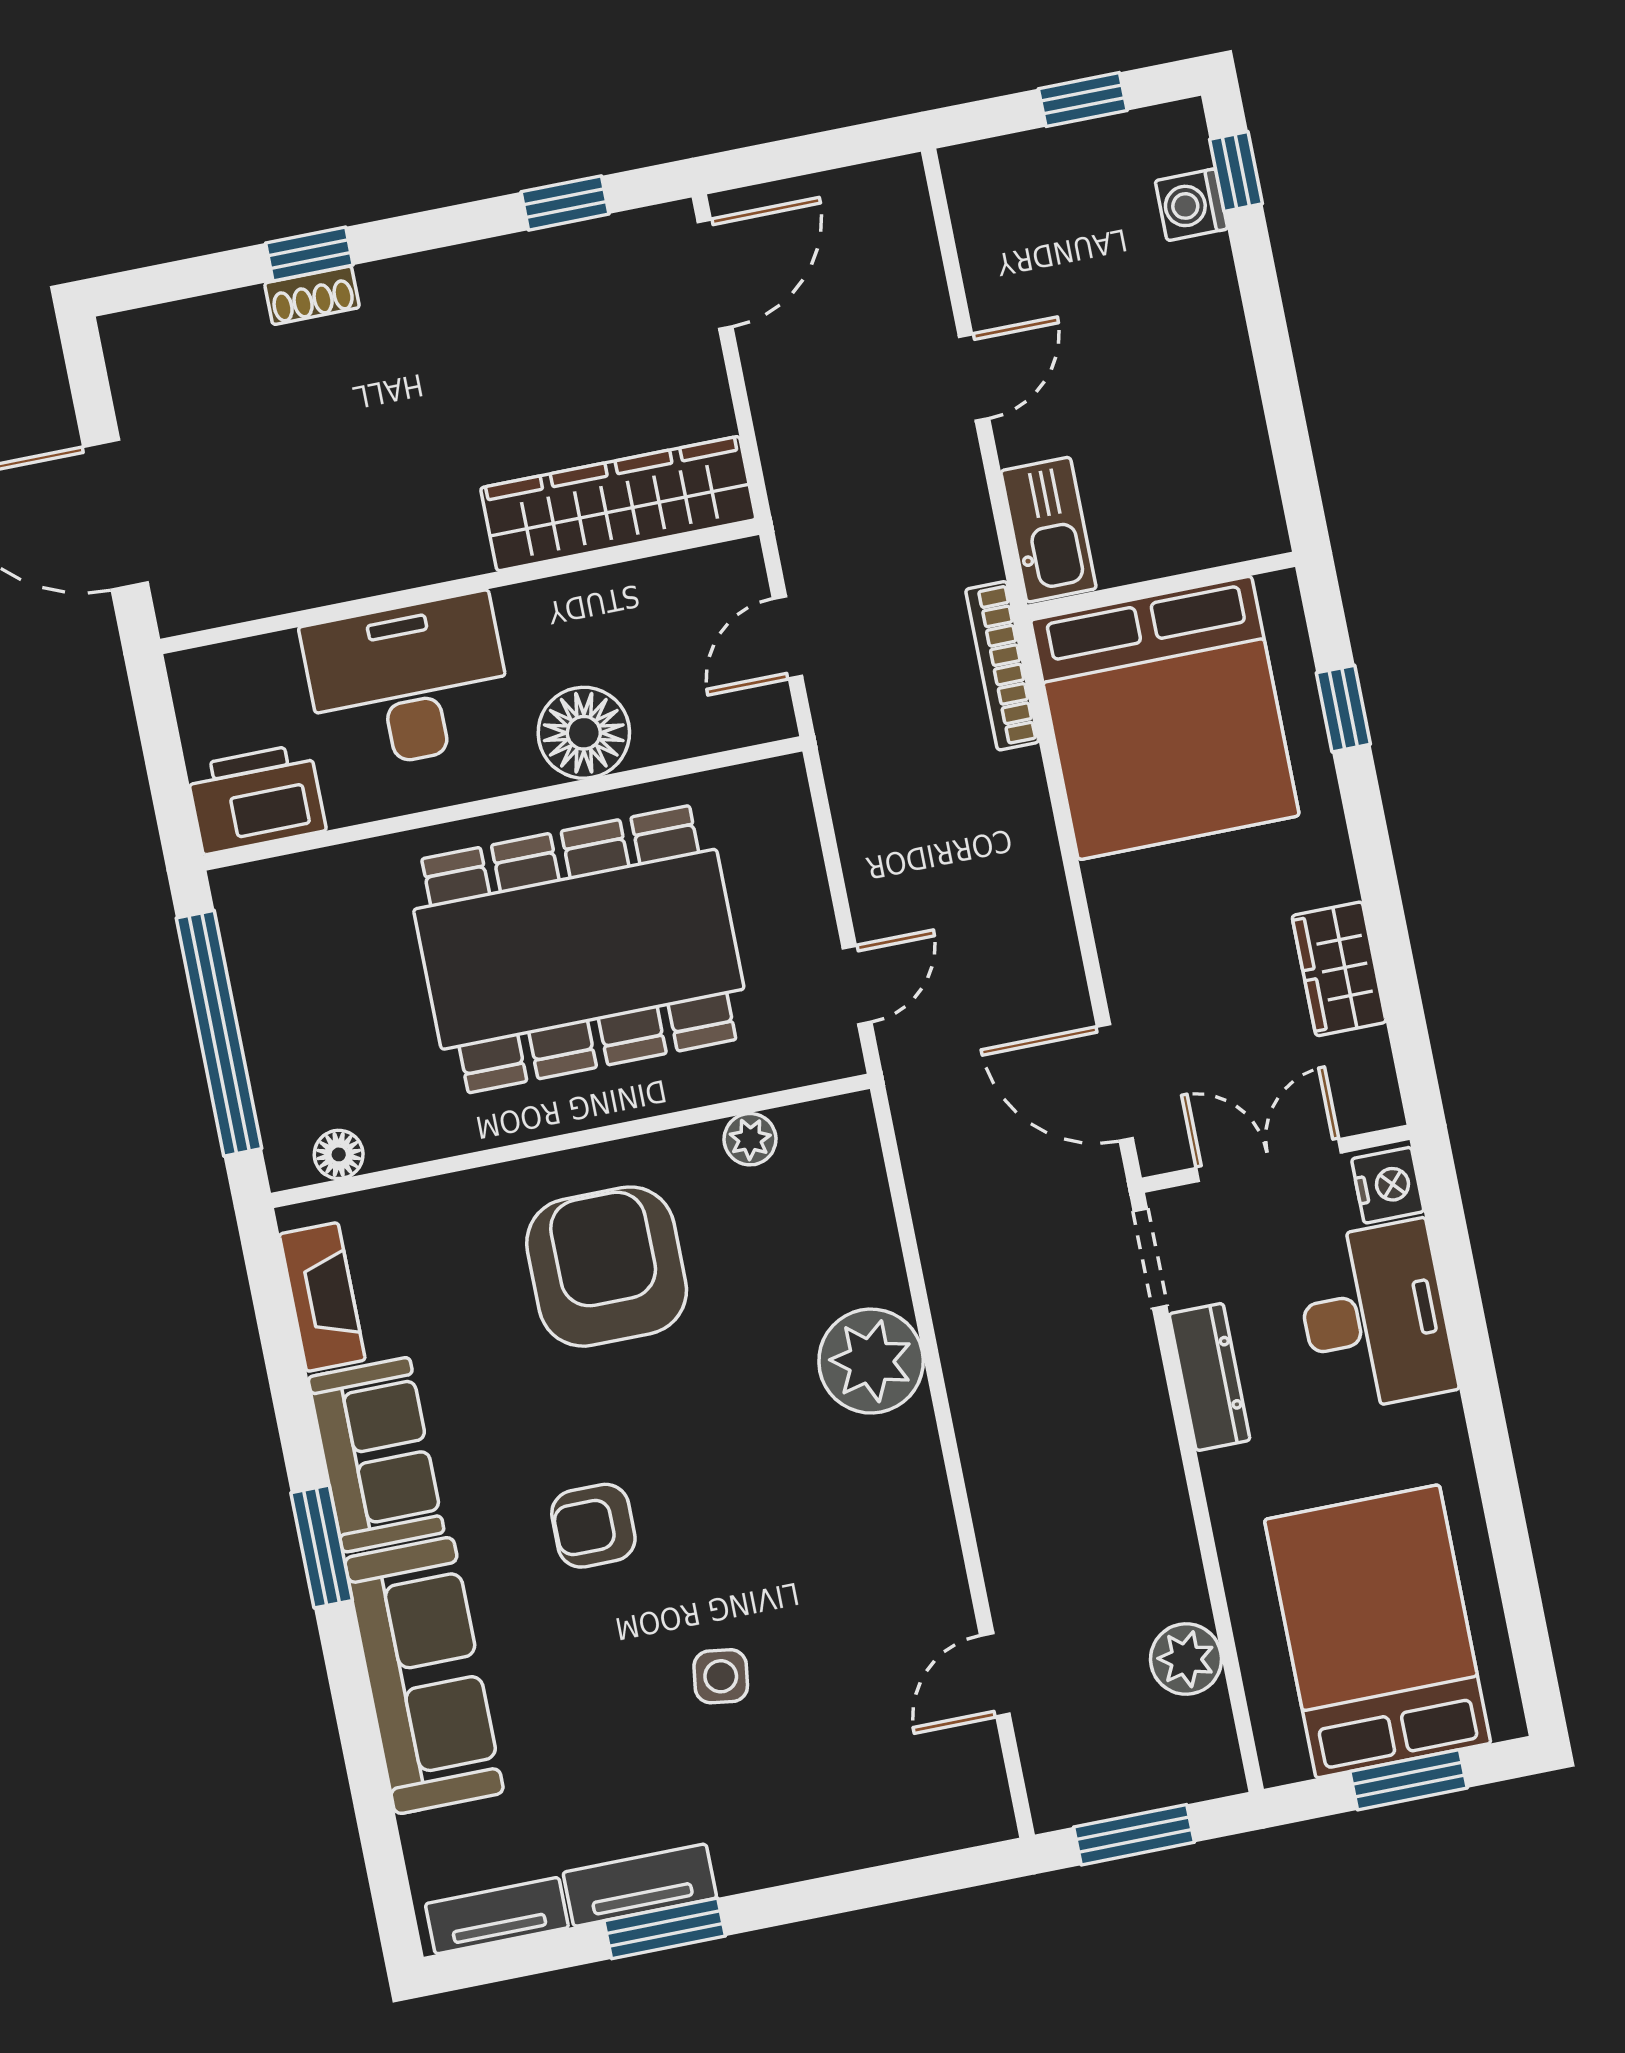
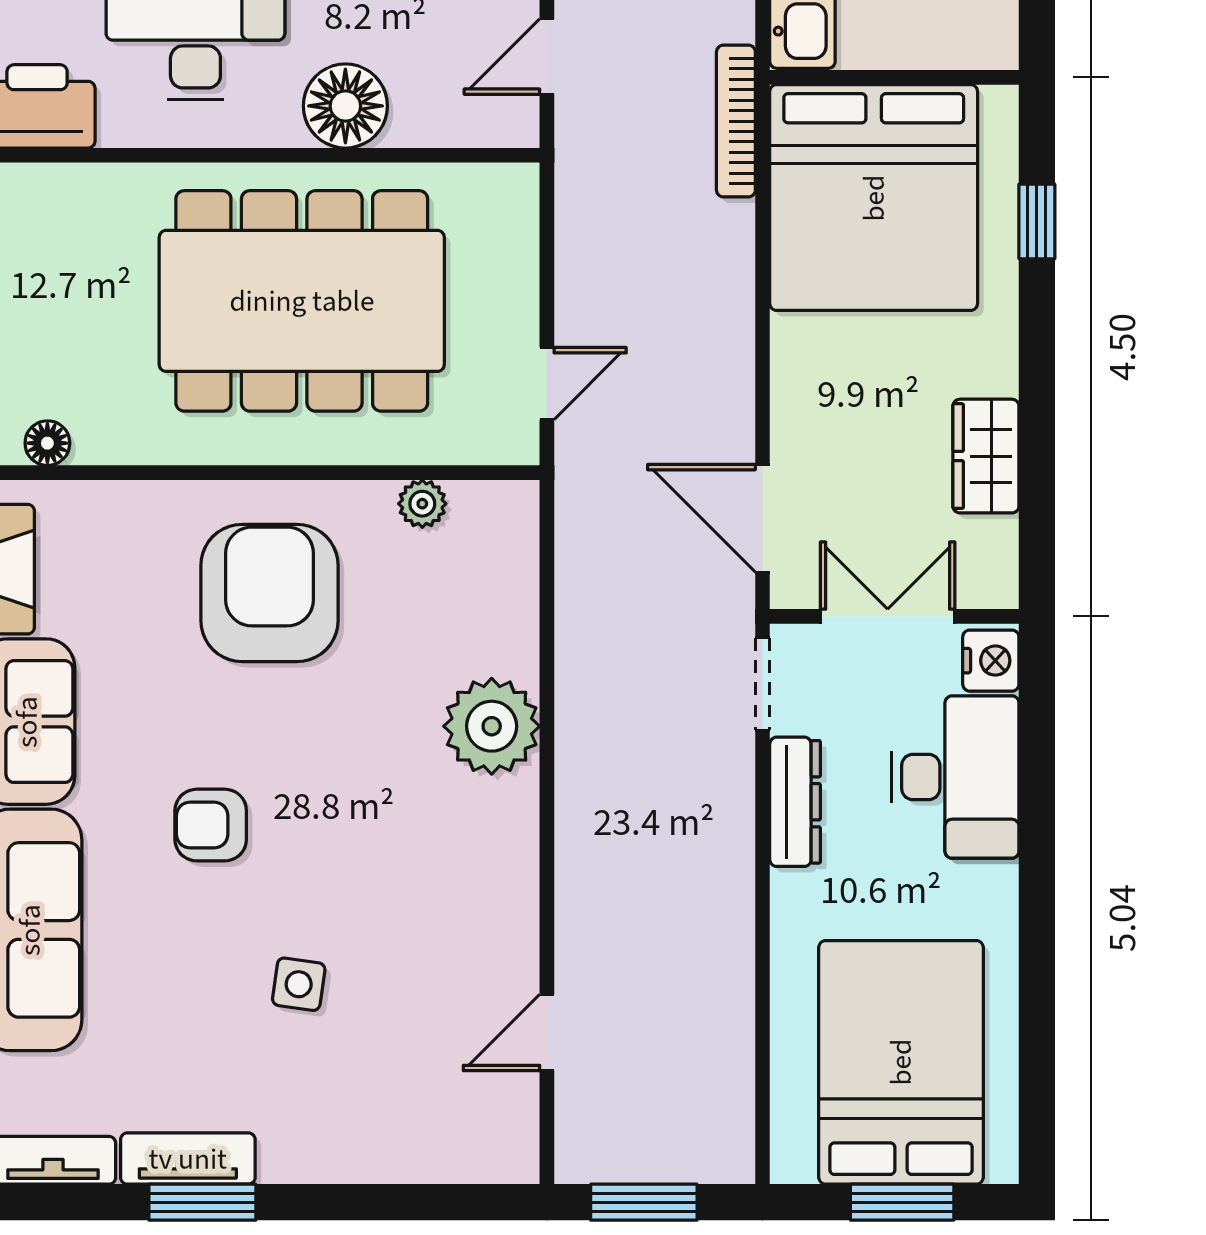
plant: (1186, 1659) -> (723, 1053), removed

